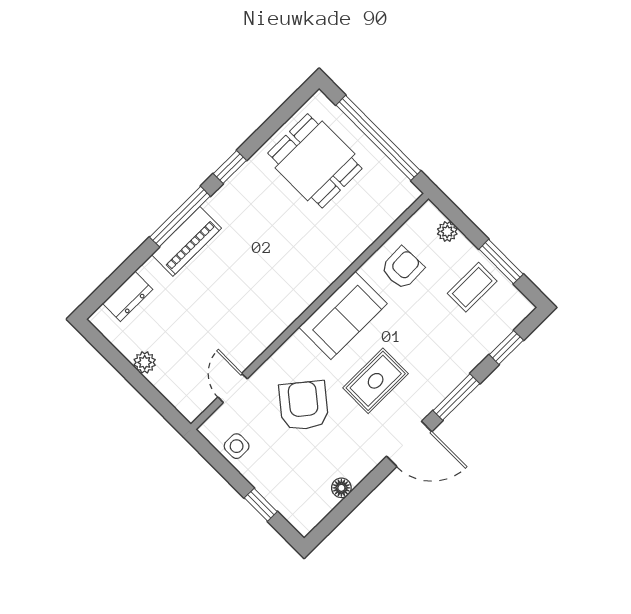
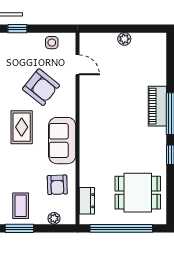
dresser: (128, 296) -> (87, 201), moved, turned 180

